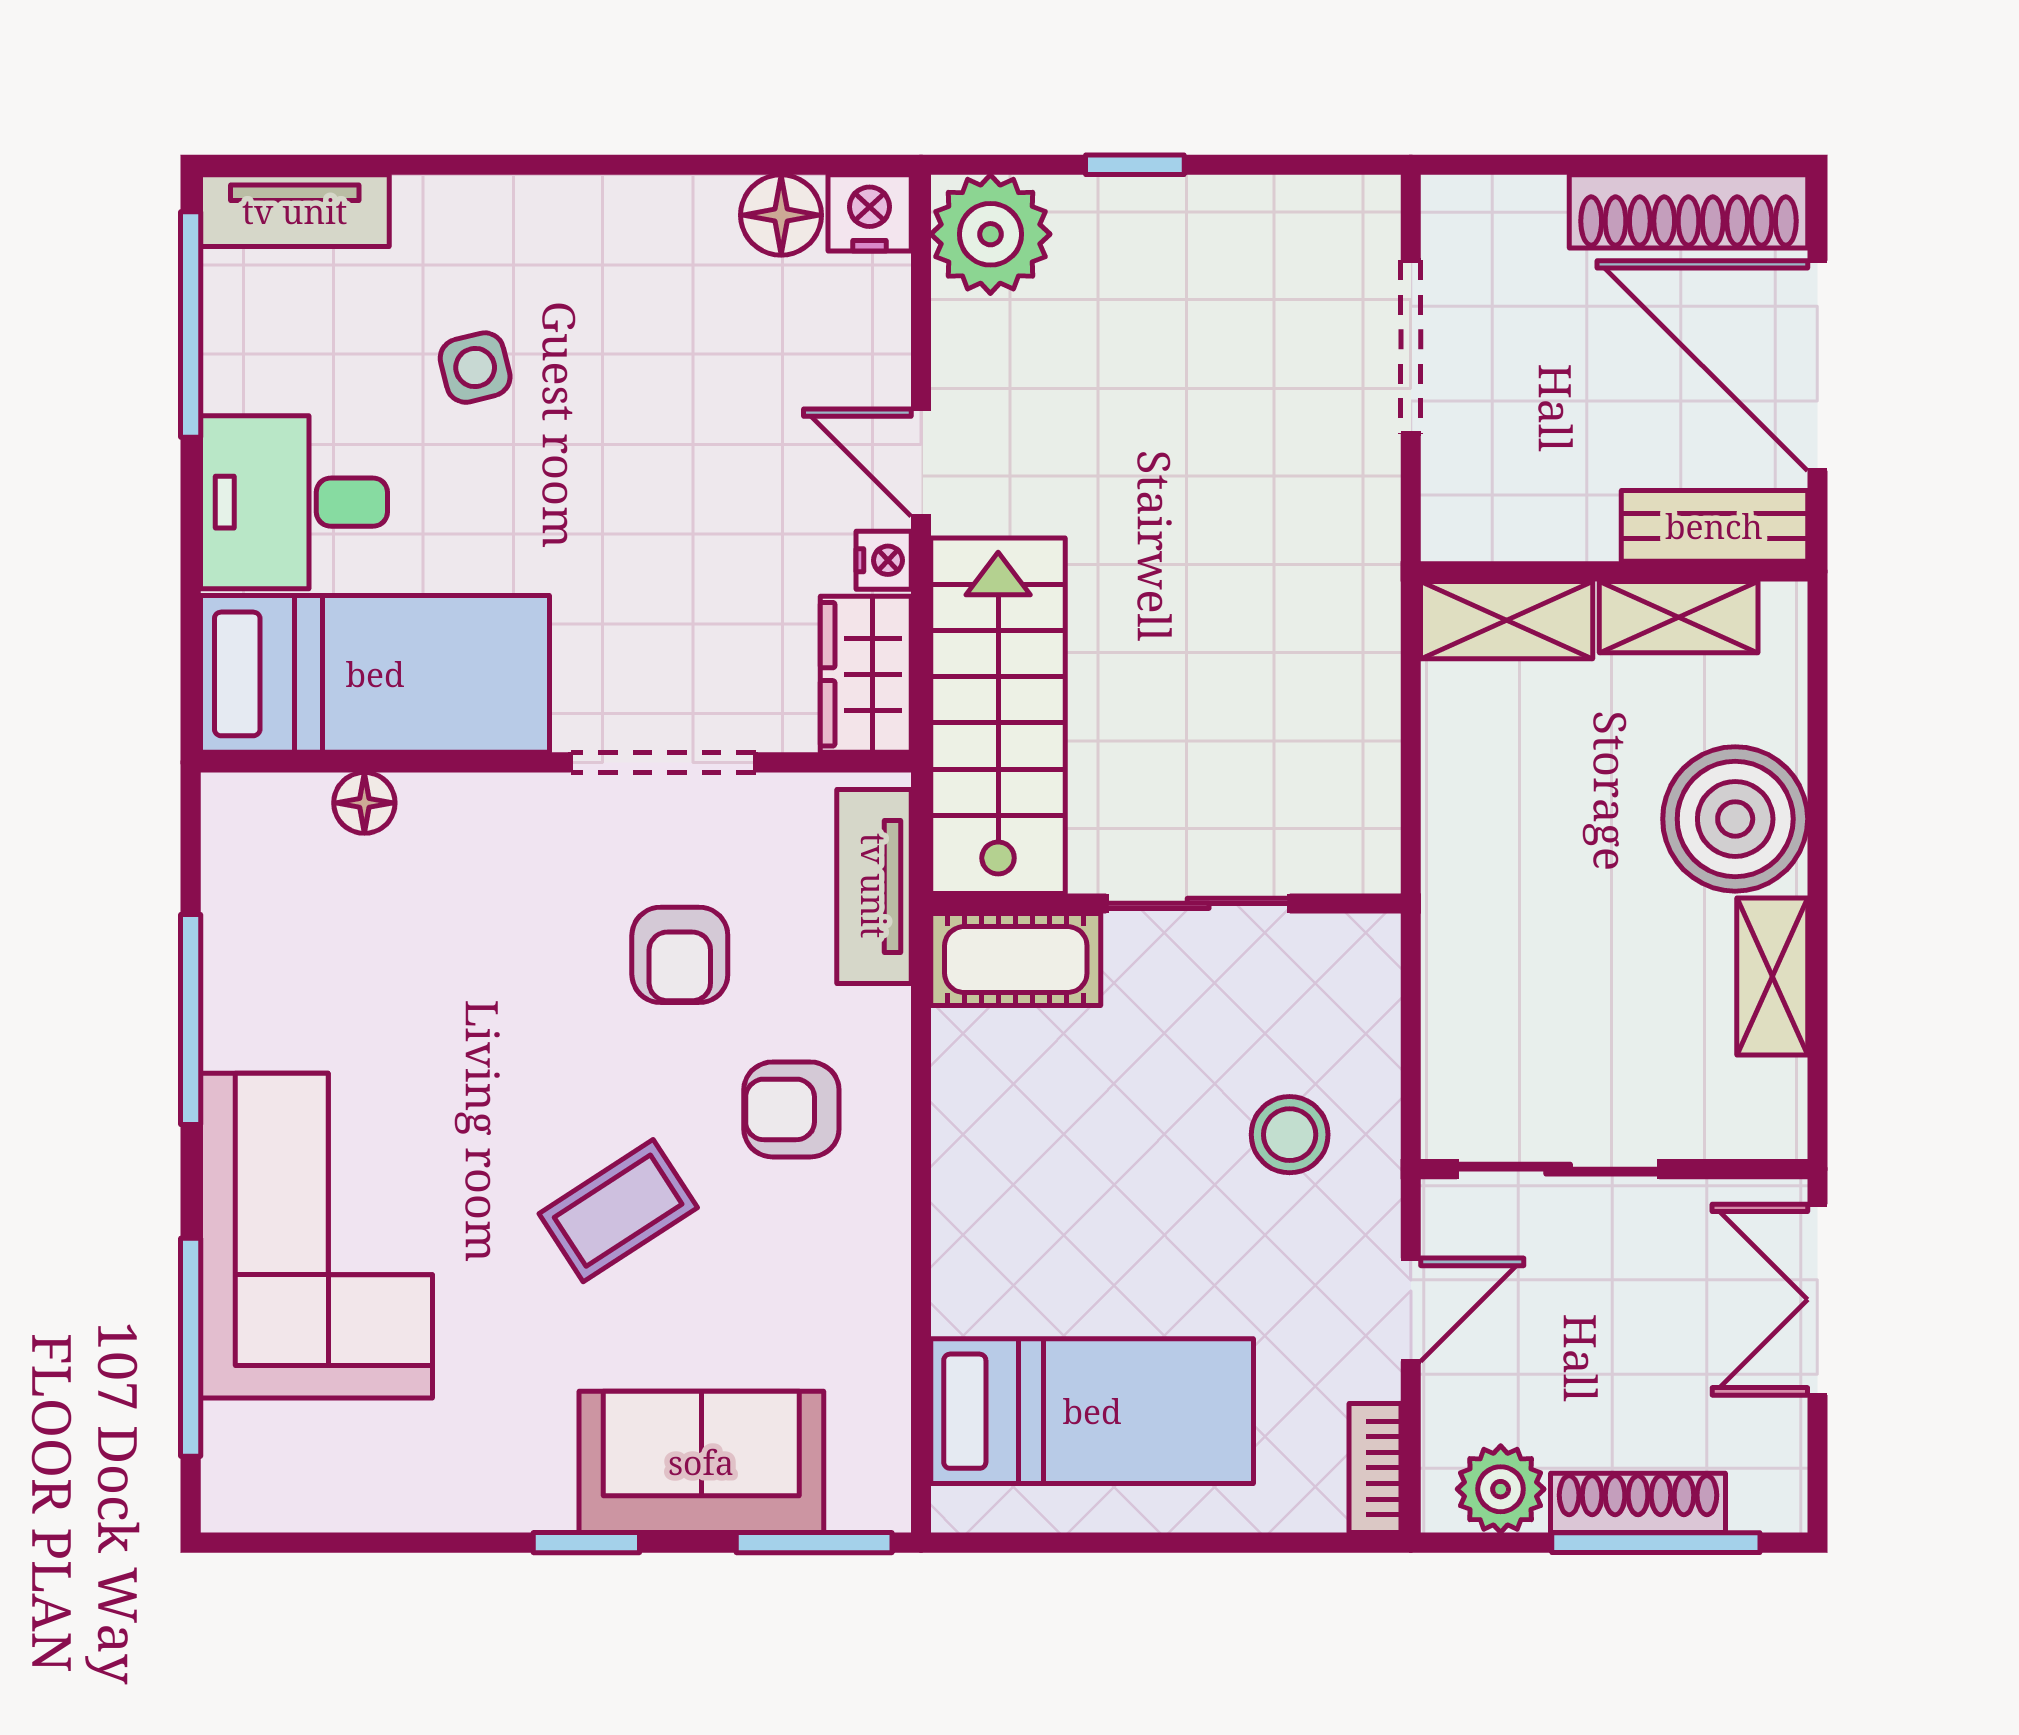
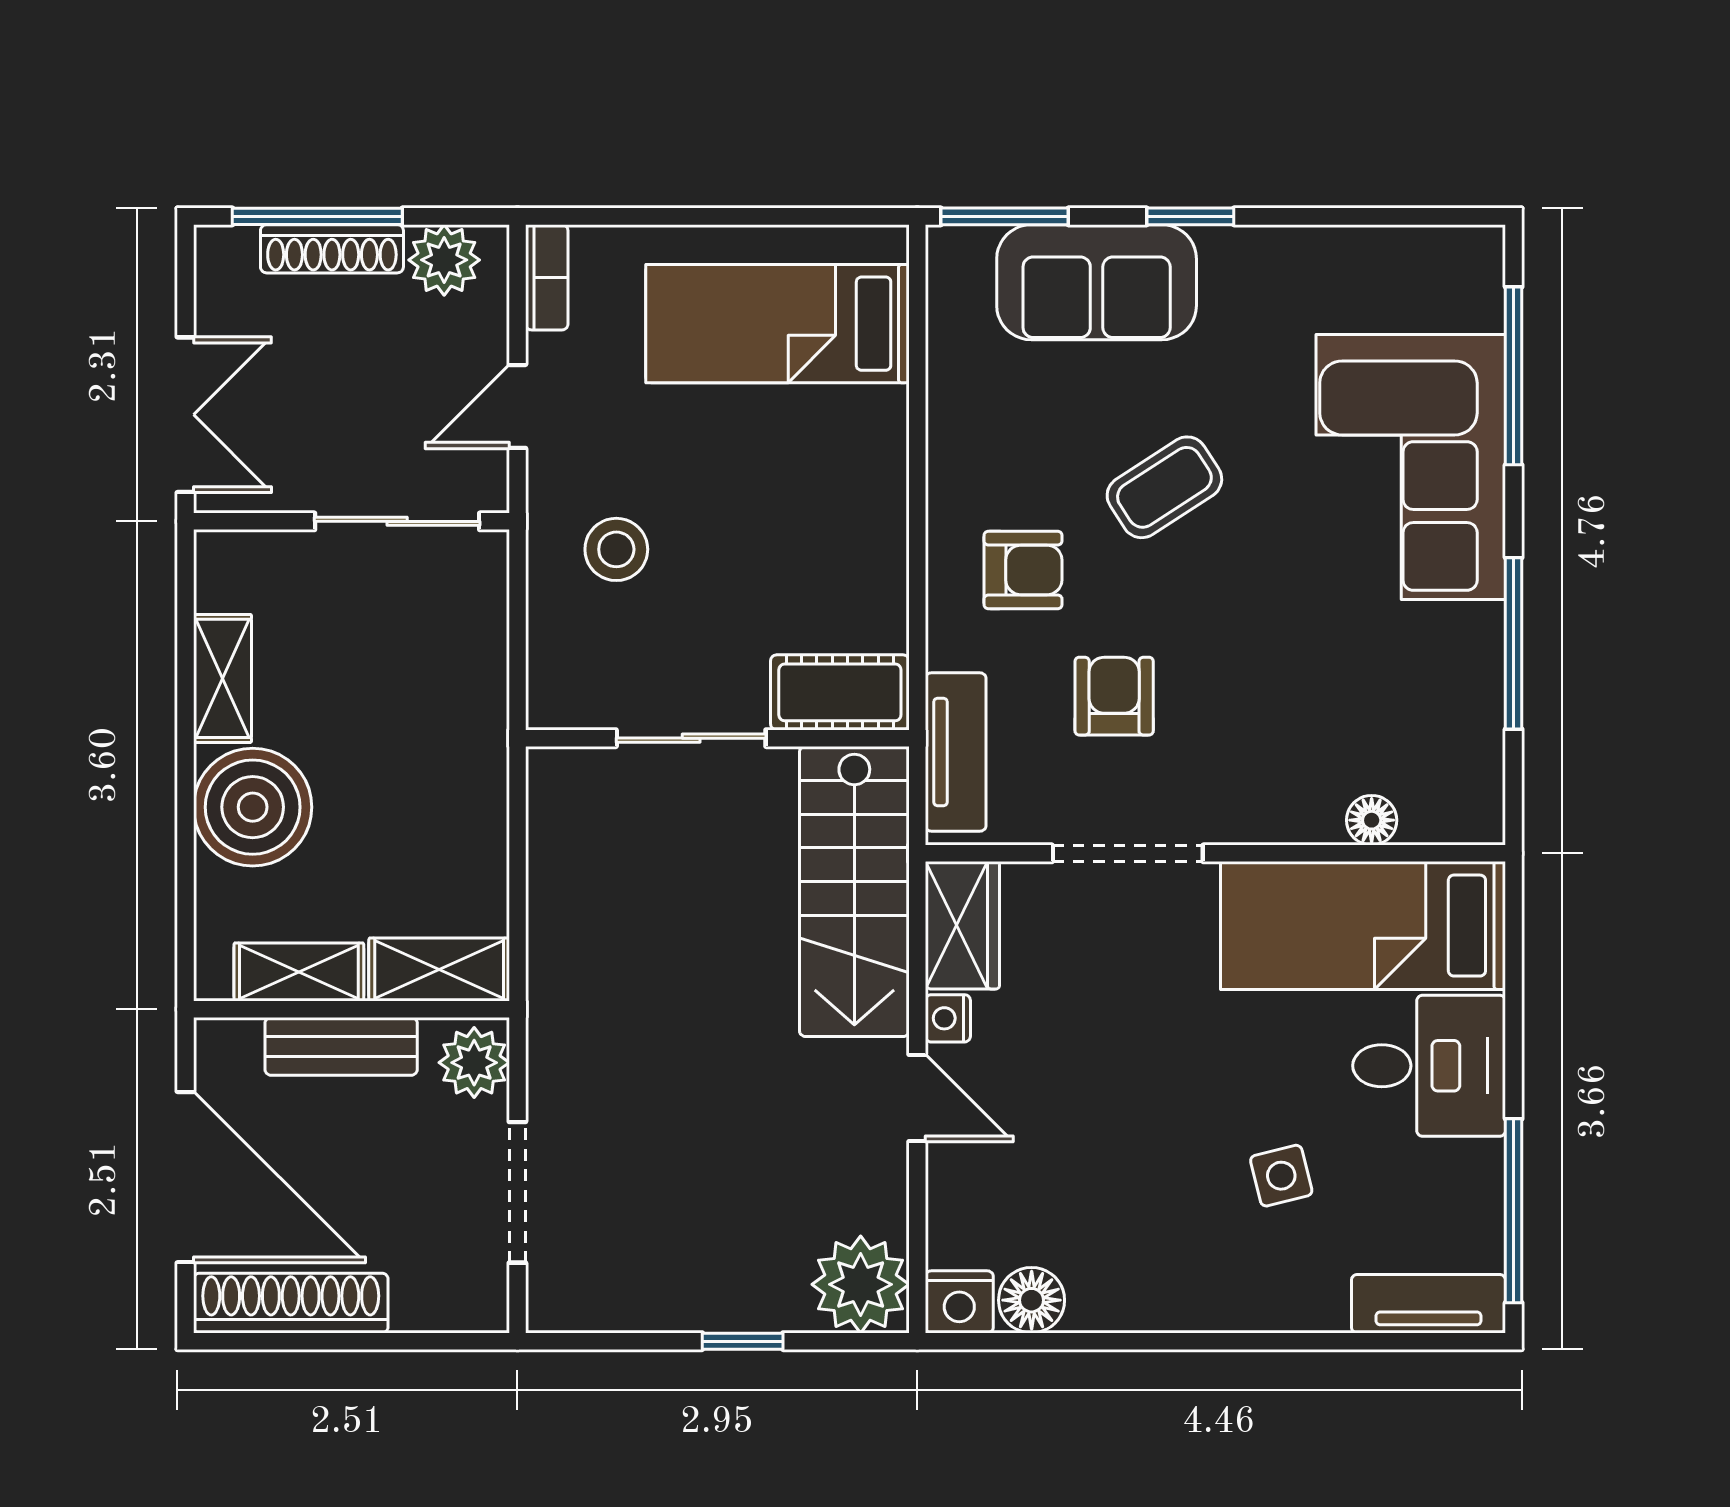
plant: (1464, 506) -> (474, 1063), added
bench: (1714, 526) -> (341, 1046), moved

